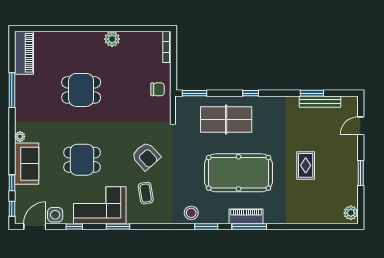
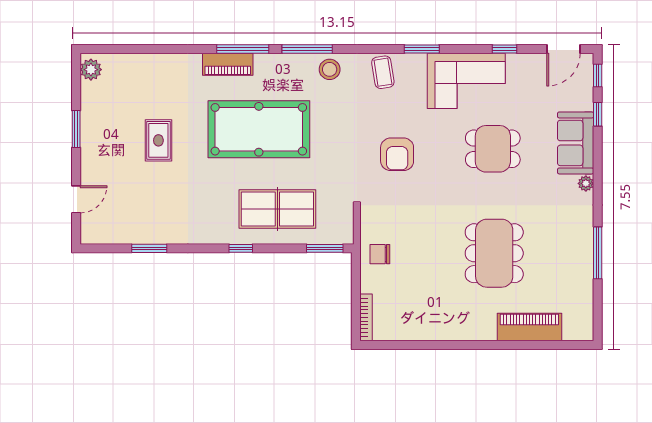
plant: (112, 39) -> (448, 329), removed
piano: (24, 53) -> (529, 327), moved, turned 90
dining table: (81, 90) -> (494, 253), width x1.38
bench: (320, 102) -> (137, 236), removed
armchair: (146, 156) -> (397, 154), turned -138
coffee table: (146, 193) -> (383, 72), moved
side table: (55, 215) -> (533, 66), removed
piano: (246, 216) -> (228, 64), moved
window: (118, 226) -> (422, 49), moved
window: (206, 226) -> (307, 49), width x1.44

